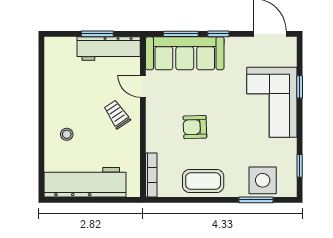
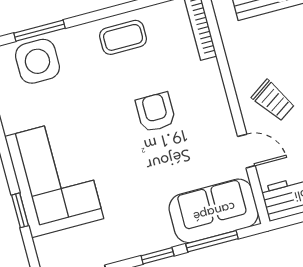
sofa: (185, 53) -> (214, 211), width x0.73
armchair: (195, 127) -> (156, 112), turned -88
coffee table: (203, 181) -> (123, 37), width x0.73, depth x0.77

